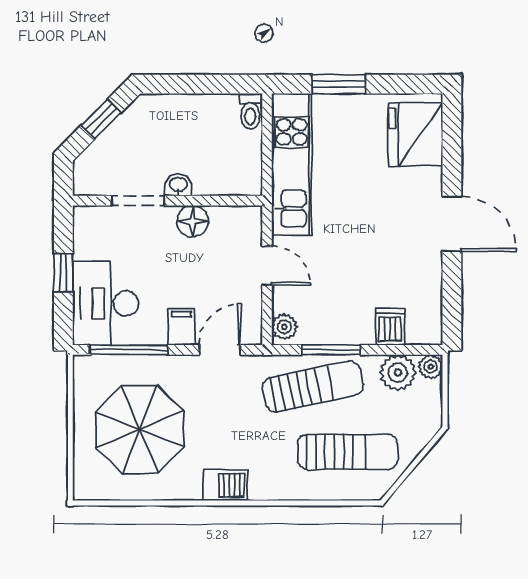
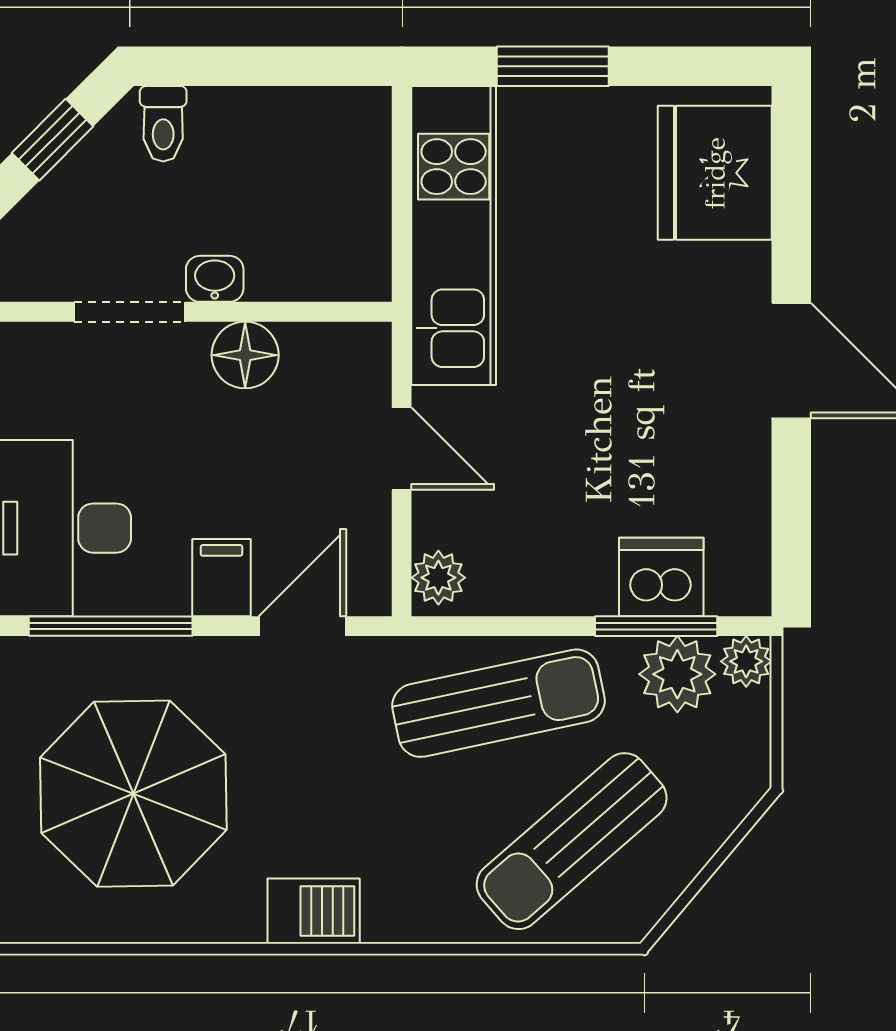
toilet: (250, 111) -> (163, 124), moved
dishwasher: (390, 327) -> (661, 577), width x1.38
window: (331, 350) -> (656, 626), moved
sun lounger: (348, 452) -> (572, 841), turned 139

